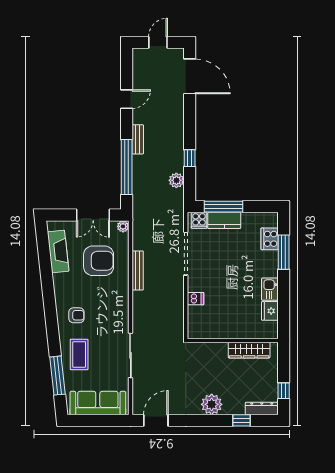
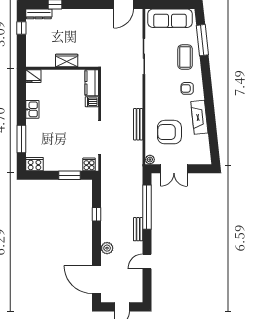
plant: (176, 180) -> (107, 248), moved
window: (224, 207) -> (69, 175), width x0.69
double door: (93, 215) -> (174, 169), swing flipped
kitchen counter: (224, 220) -> (92, 83), moved, turned -90
cooker: (270, 239) -> (35, 164), moved, turned -90
fireplace: (58, 252) -> (199, 117), moved
fridge: (270, 311) -> (33, 76), moved, turned 90
wardrobe: (249, 350) -> (67, 61), moved, width x0.67
plant: (212, 404) -> (79, 17), removed

